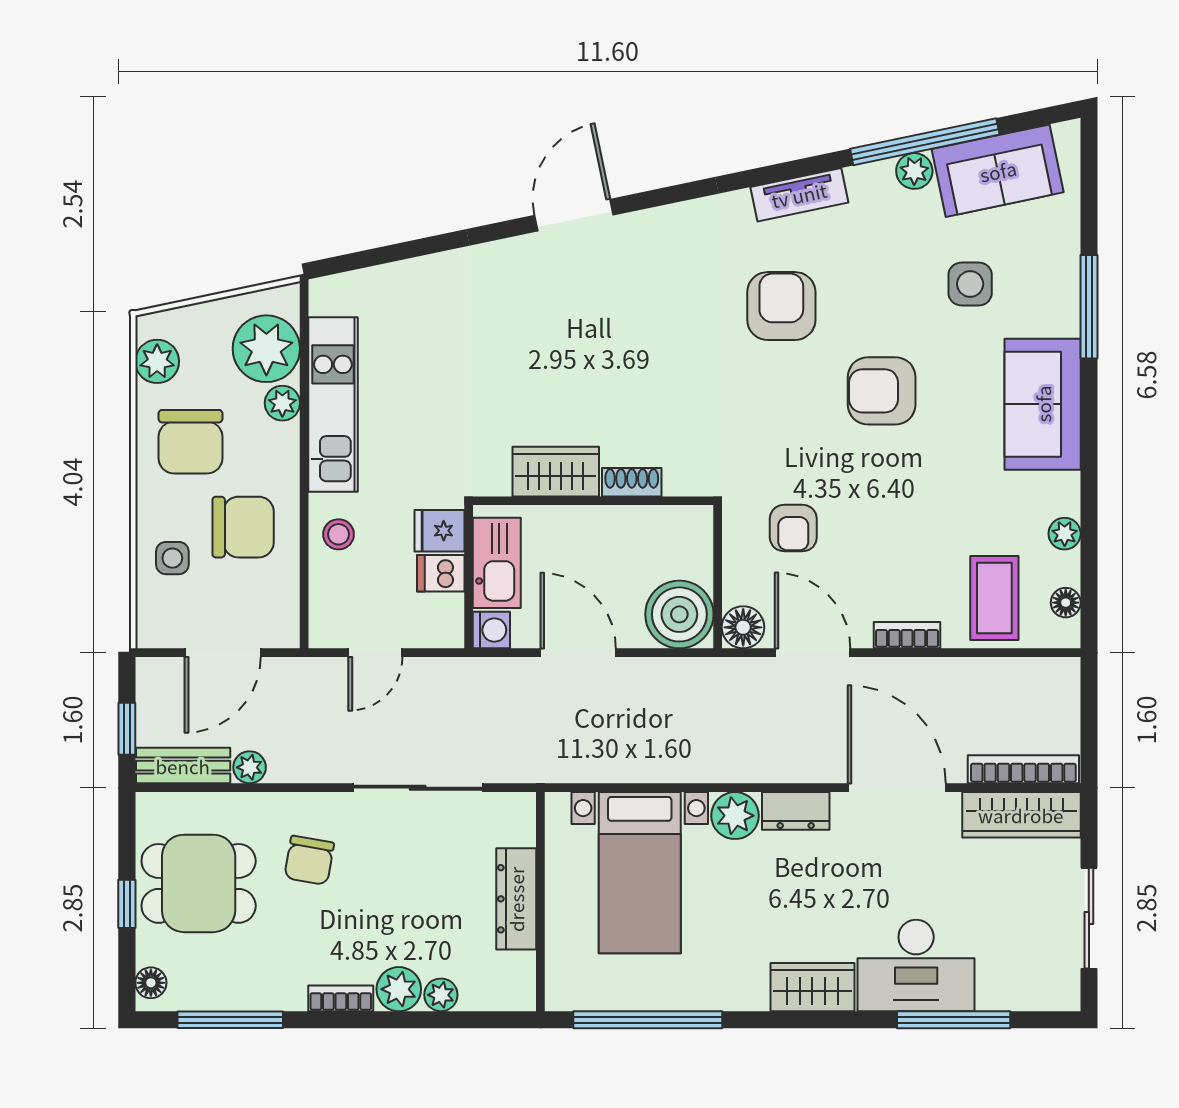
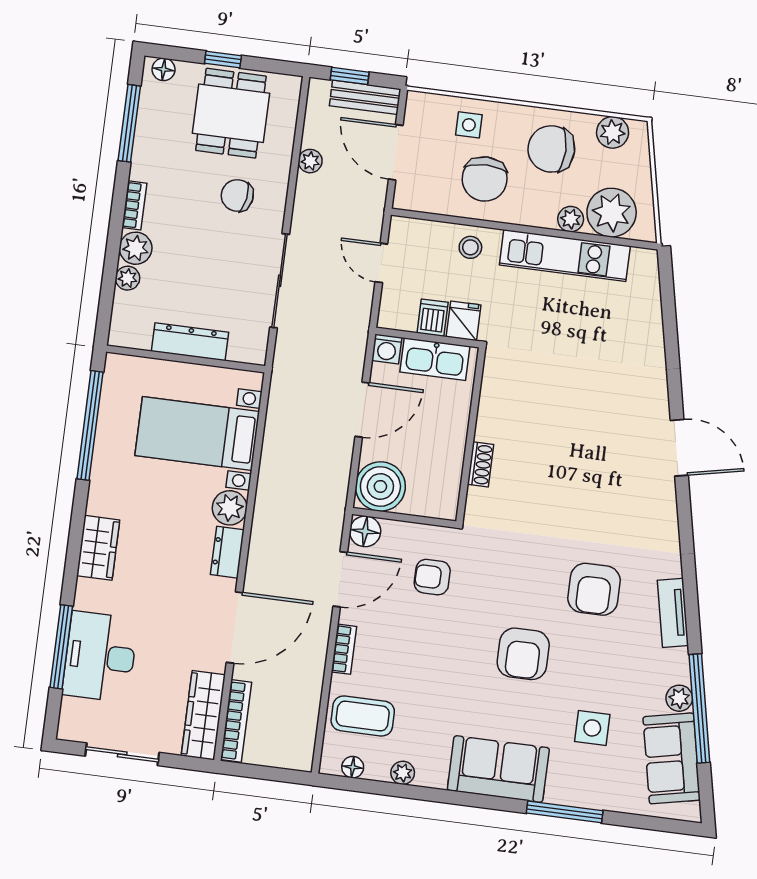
armchair: (781, 306) -> (594, 589), turned 90
armchair: (882, 391) -> (523, 654), turned 180
wardrobe: (556, 472) -> (495, 410), removed
bench: (183, 766) -> (365, 97), moved, turned 90
desk: (916, 965) -> (100, 657), moved

